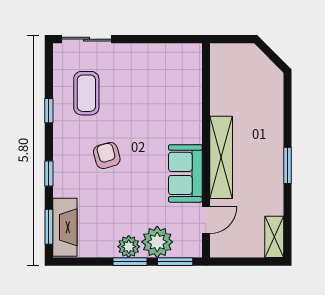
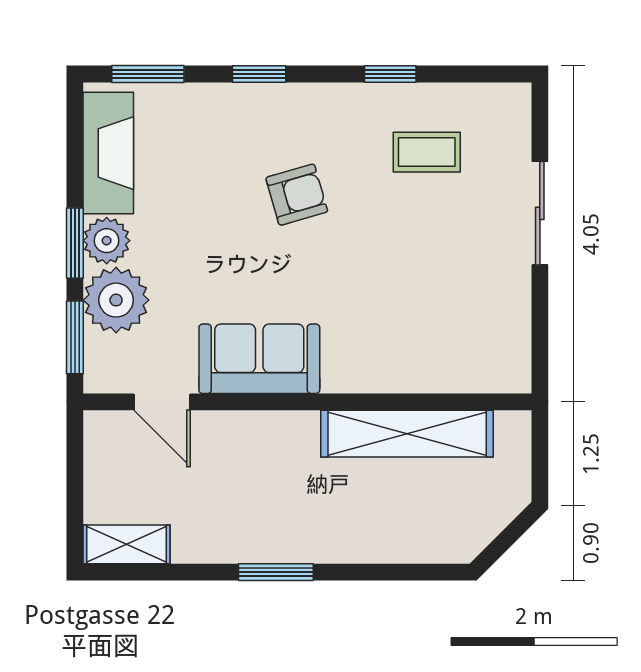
sliding door: (87, 39) -> (540, 213), moved
coffee table: (86, 93) -> (427, 152), width x0.73, depth x0.77
shelving: (221, 157) -> (407, 434), moved
fireplace: (65, 227) -> (108, 153), moved, turned -90

